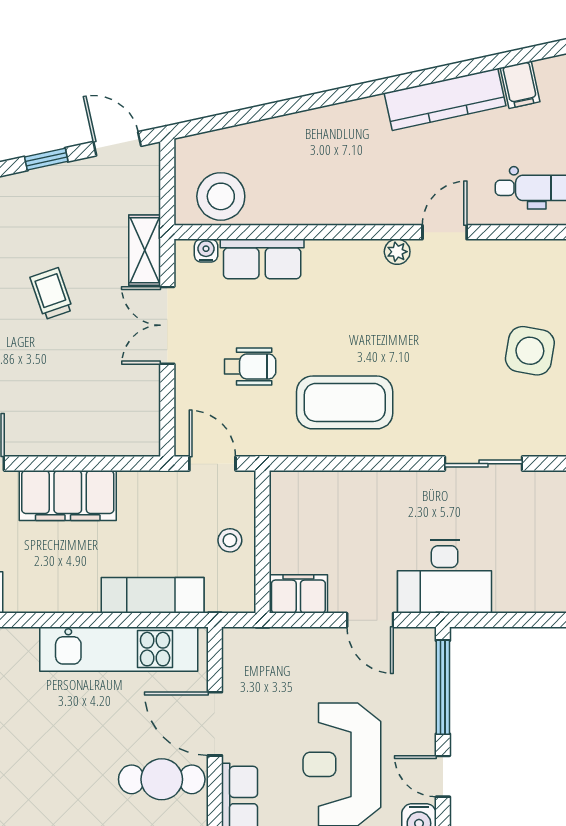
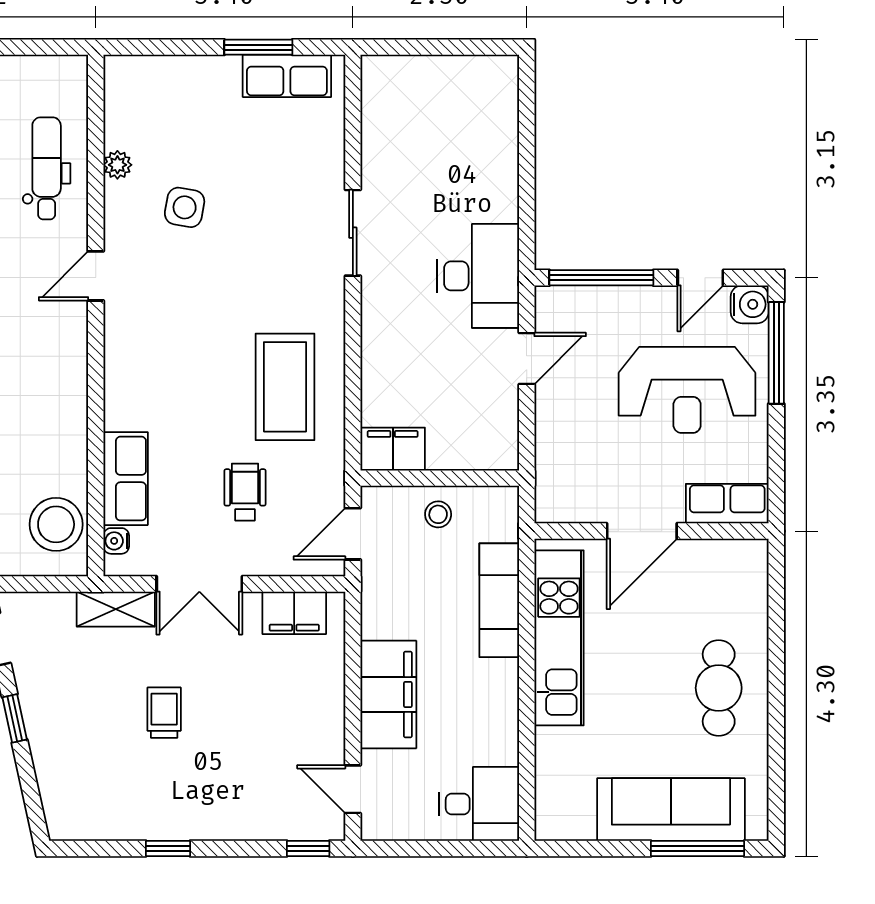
door: (445, 232) -> (96, 276), hinge flipped
plant: (397, 252) -> (117, 165), moved
trolley: (51, 294) -> (164, 713), turned 109
side table: (530, 351) -> (185, 207), moved, width x0.73, depth x0.73
filing cabinet: (141, 411) -> (294, 613), added
filing cabinet: (298, 594) -> (393, 449), moved, turned 90
cafe table: (162, 779) -> (719, 688), moved

